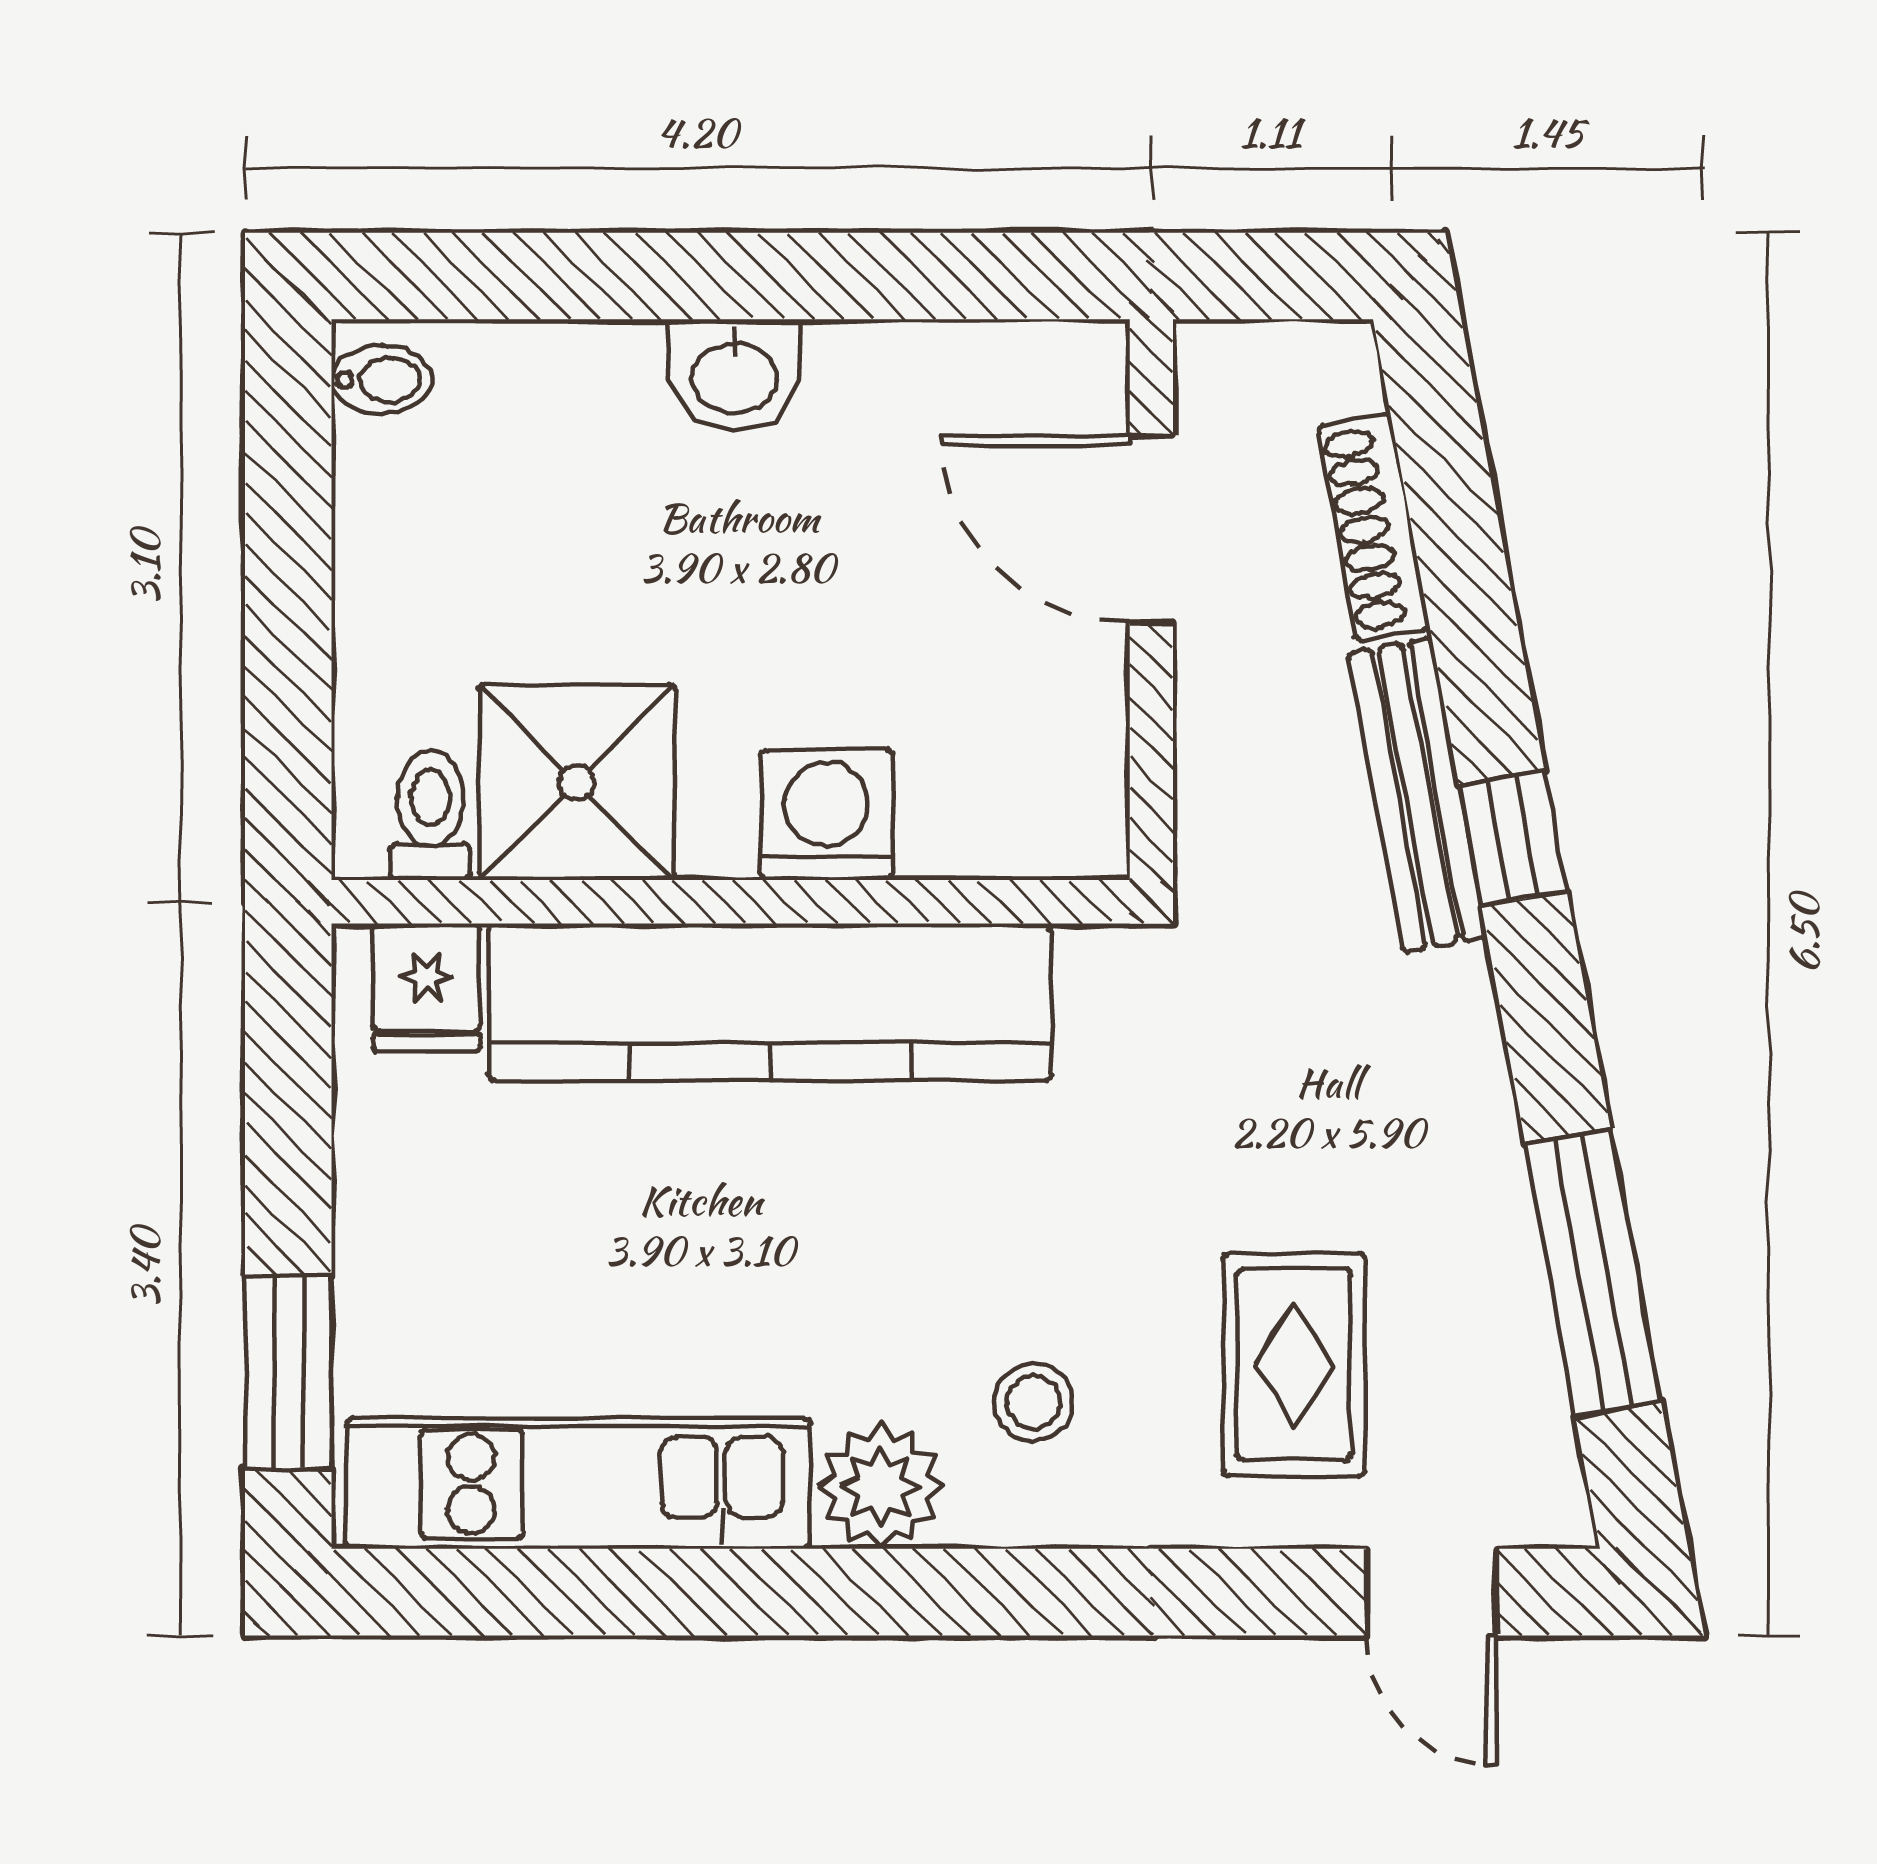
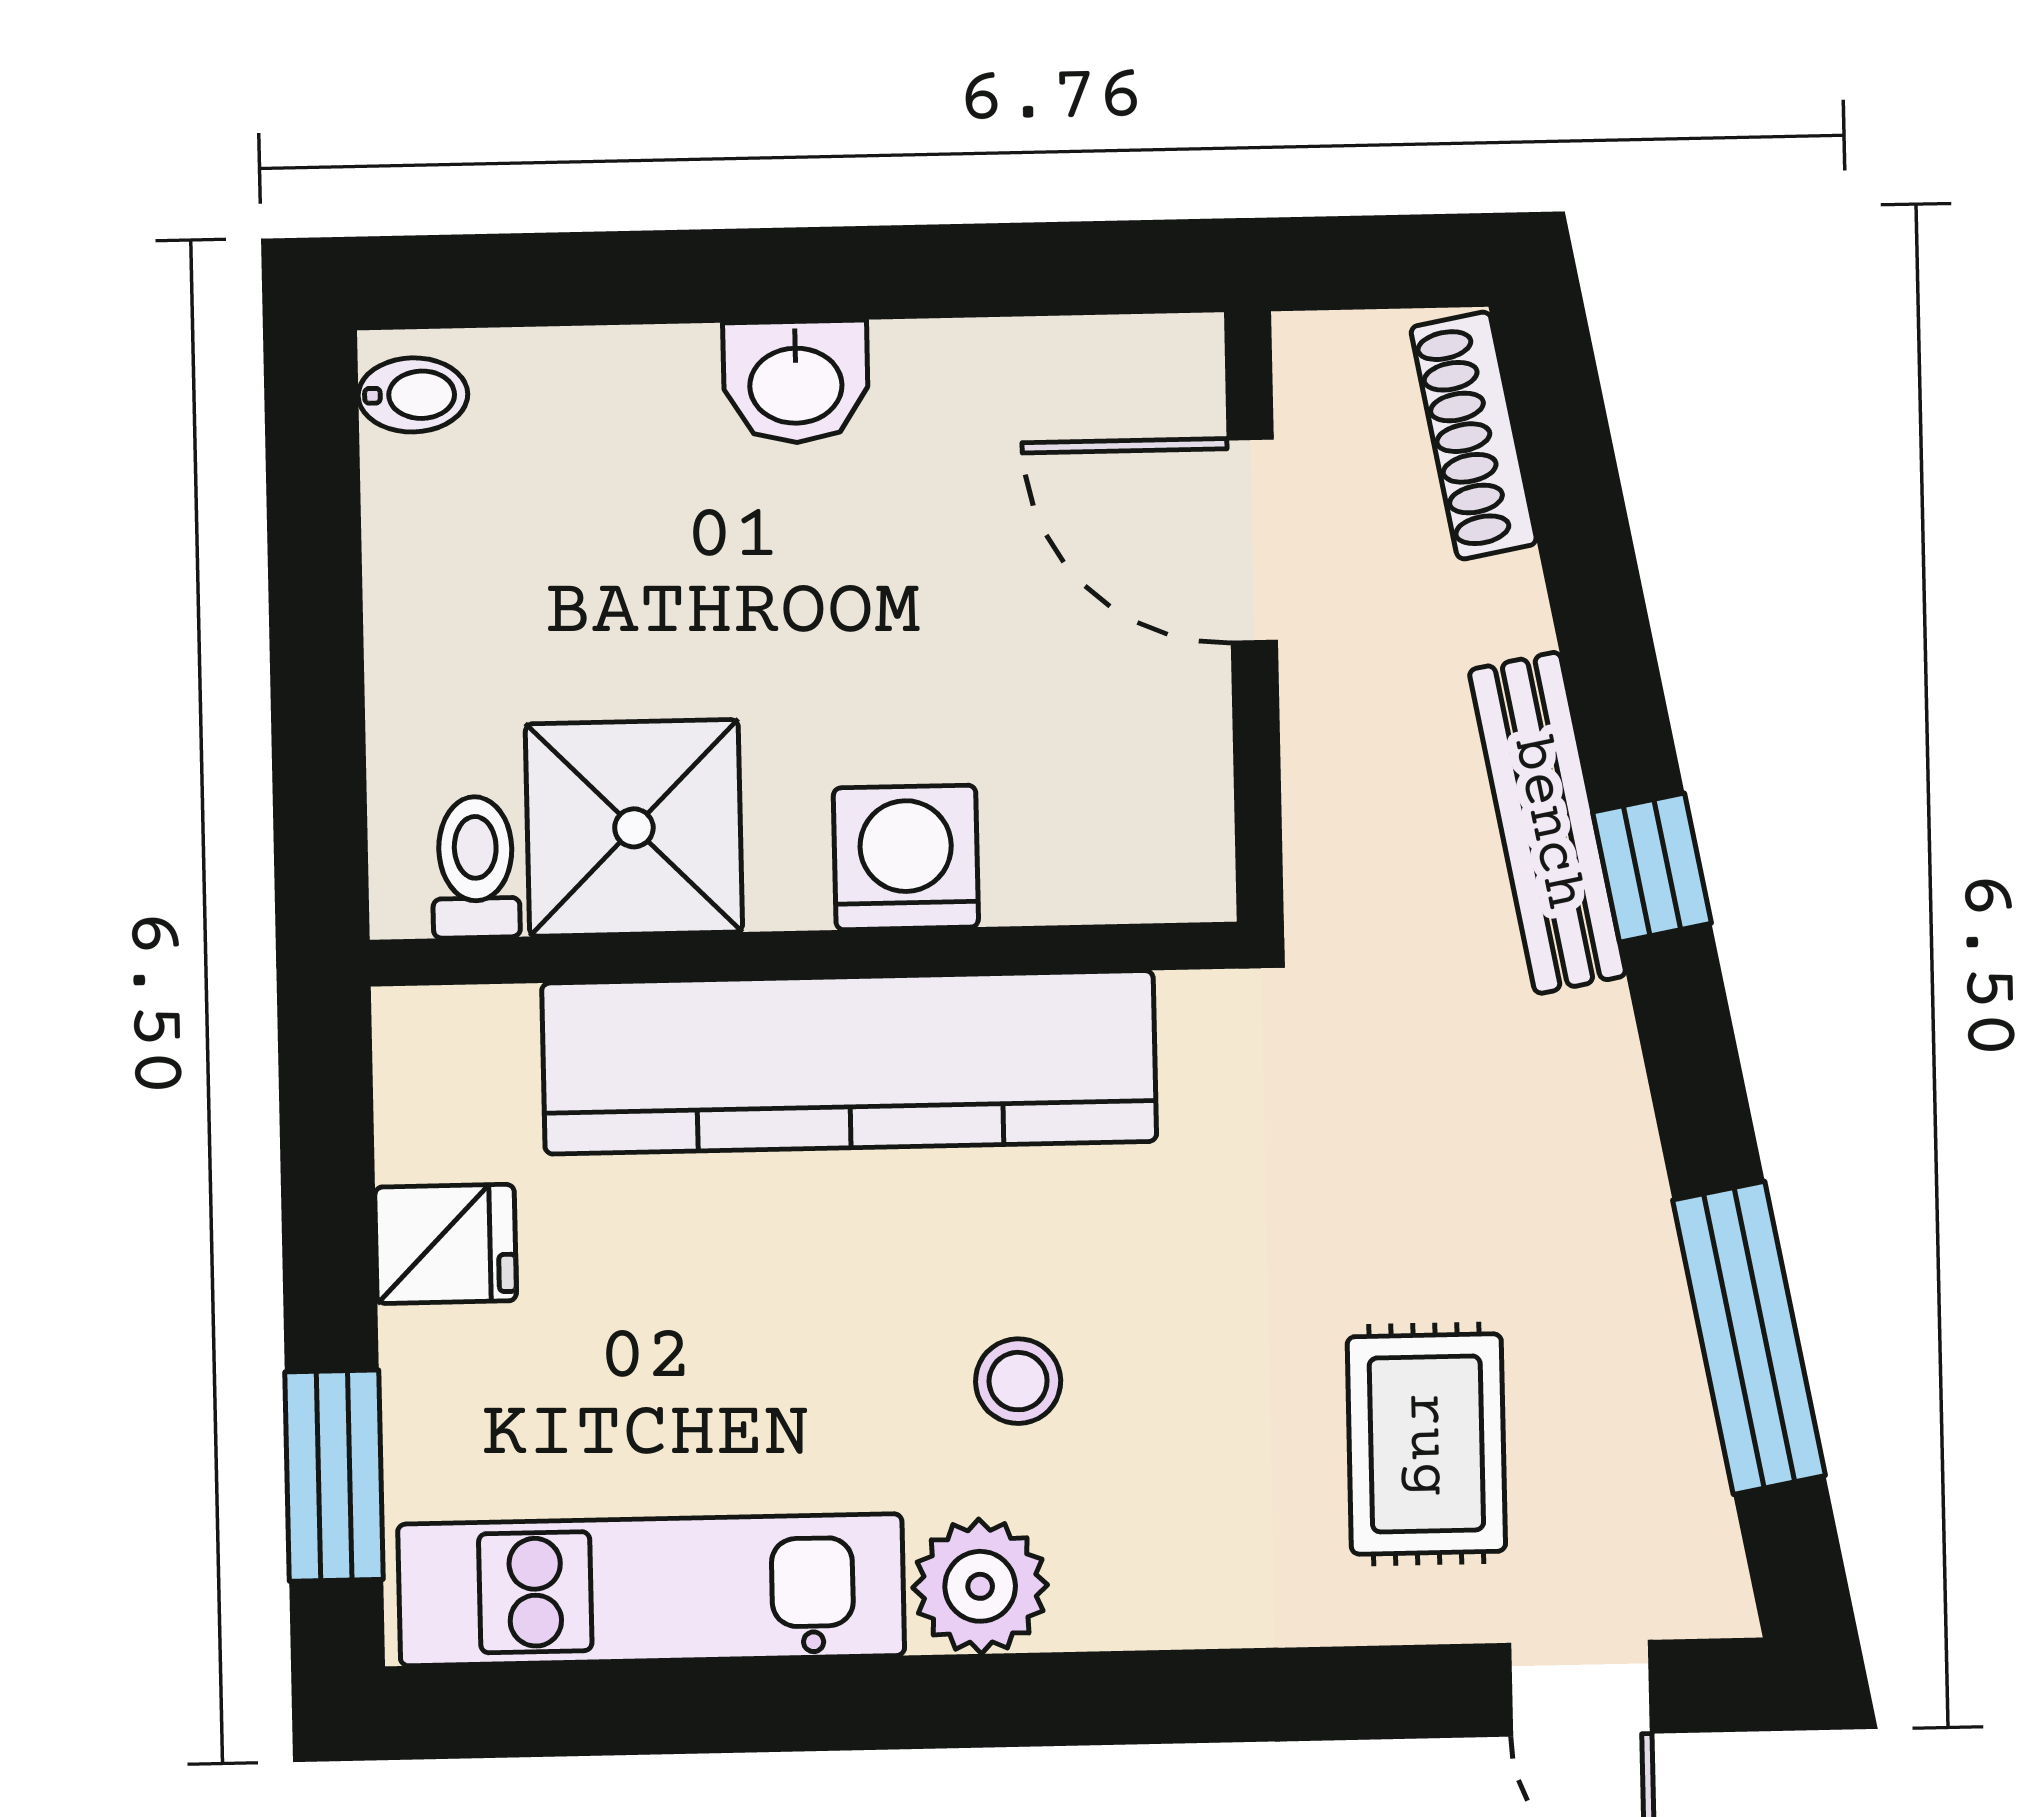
shoe rack: (1374, 528) -> (1474, 436), moved
fridge: (427, 987) -> (446, 1244), moved, turned -90
stool: (1033, 1402) -> (1018, 1381), moved

